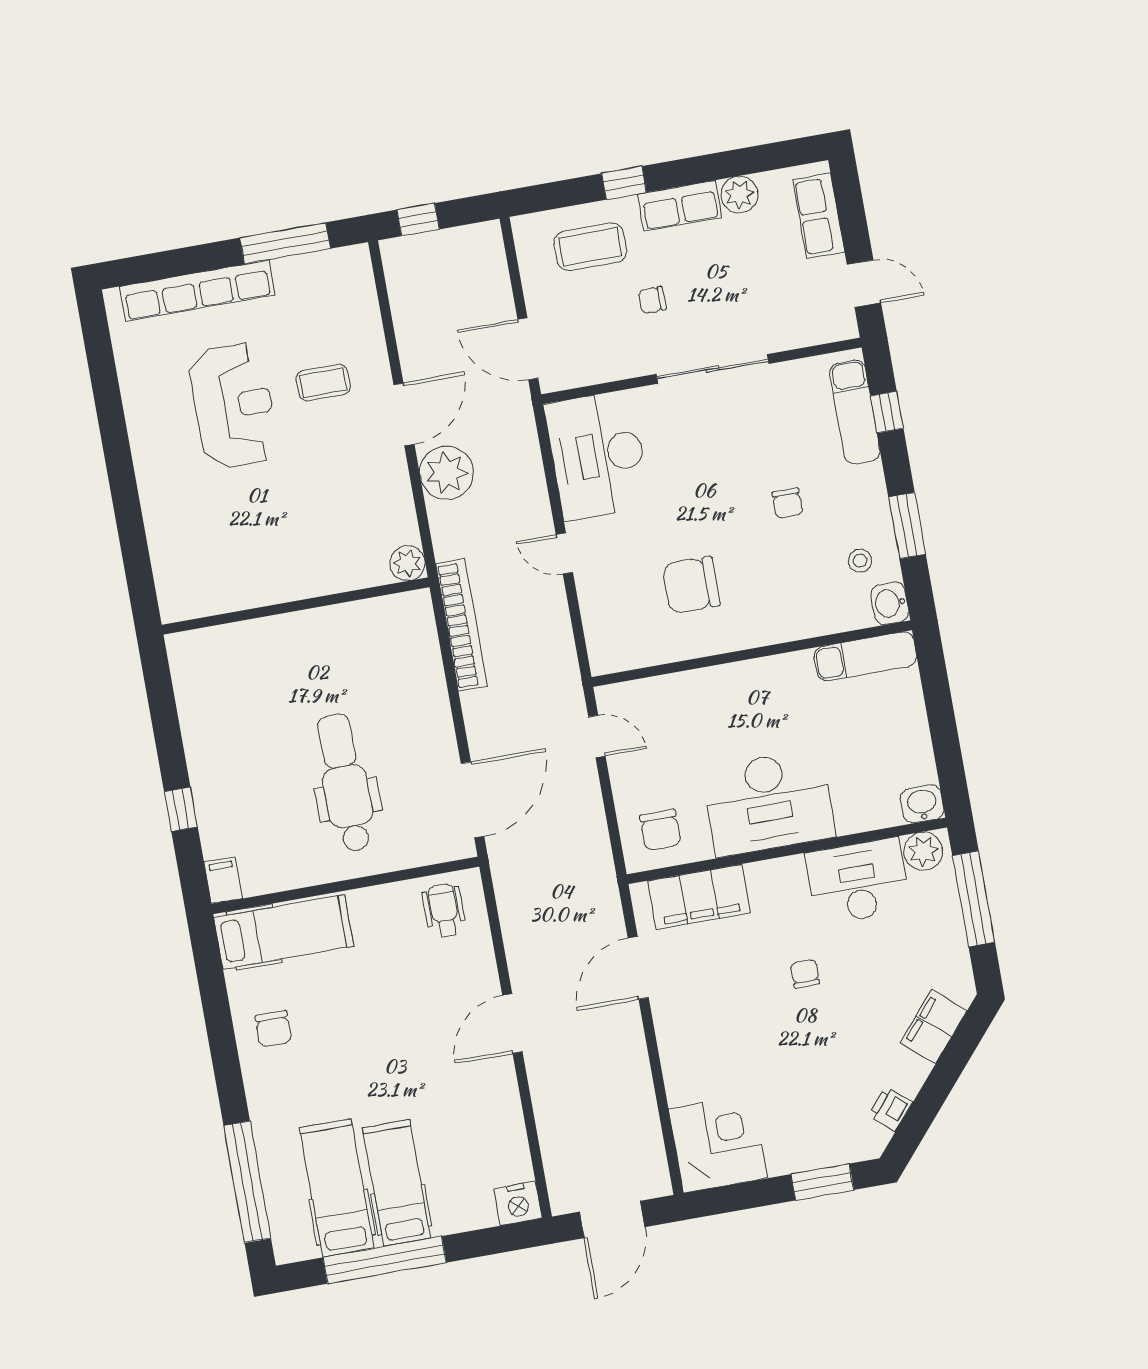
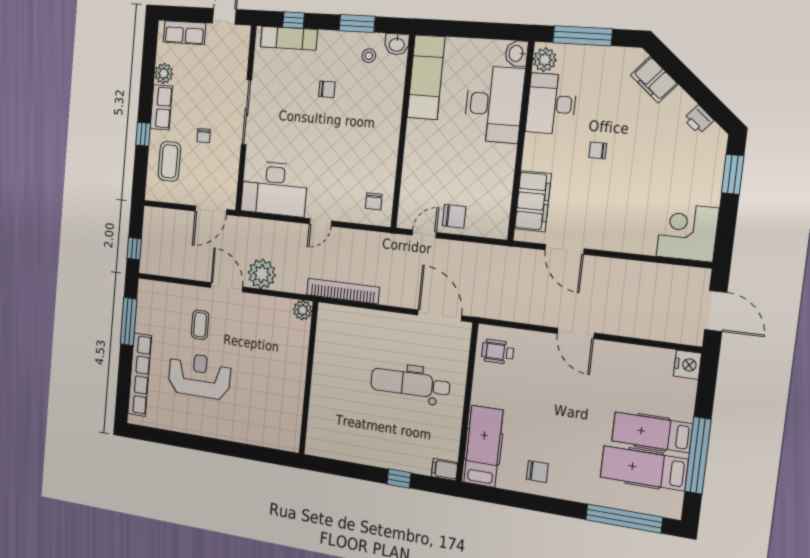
chair: (691, 585) -> (374, 201), moved, width x0.54, depth x0.54
exam couch: (866, 656) -> (426, 77), width x1.36, depth x1.45
desk: (768, 803) -> (494, 104), moved
chair: (660, 830) -> (454, 216), moved

